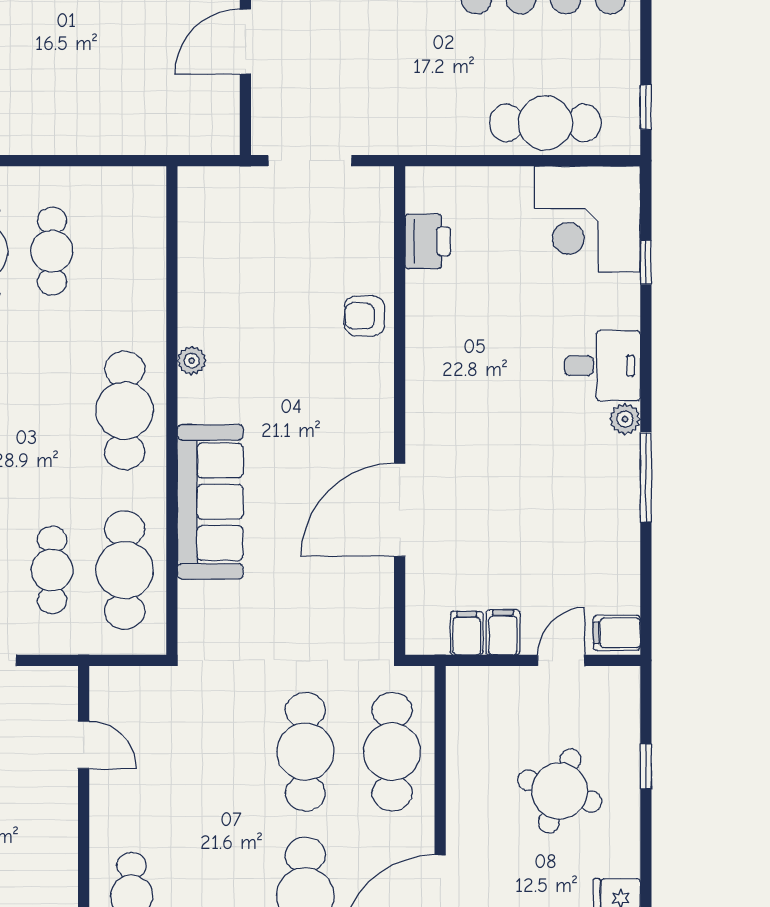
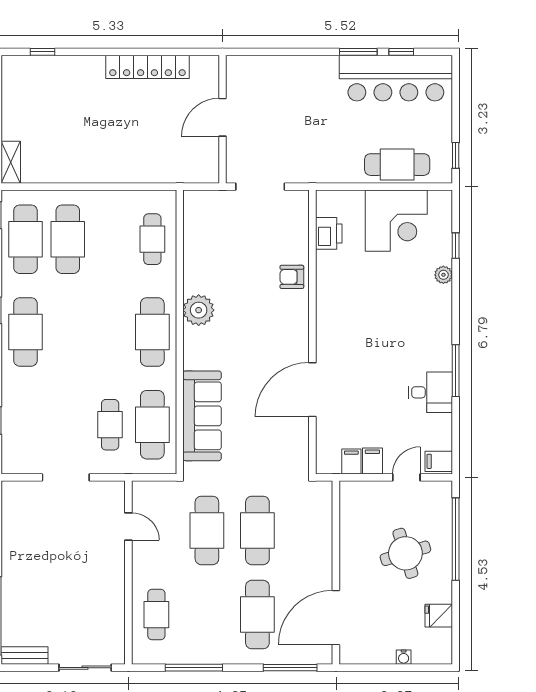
corner desk: (587, 219) -> (396, 221), moved, turned -90
cafe table: (52, 251) -> (152, 239), moved
plant: (192, 361) -> (199, 310), width x1.87, depth x1.87
desk: (602, 366) -> (430, 392), moved
plant: (625, 419) -> (443, 275), moved
sofa: (210, 502) -> (202, 416), moved
cafe table: (392, 752) -> (207, 530), moved
window: (646, 767) -> (456, 539), width x3.17
round table: (560, 791) -> (405, 553), turned -36

